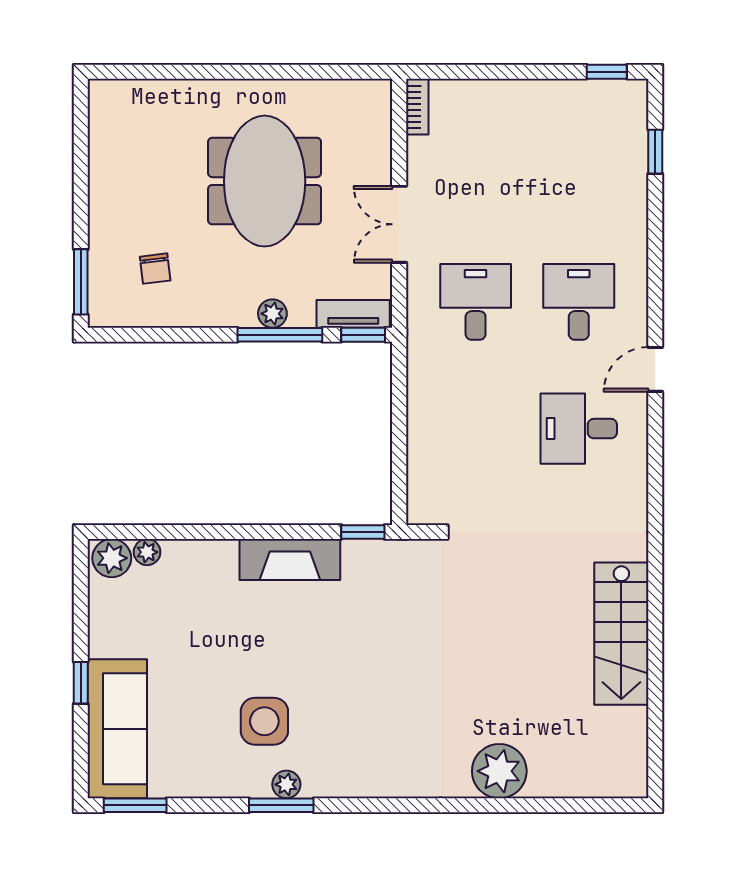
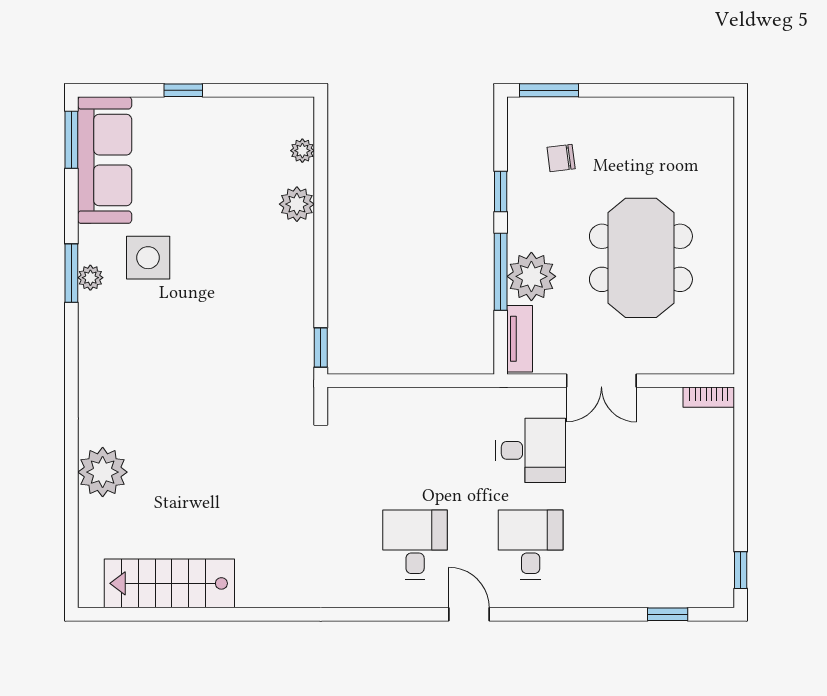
meeting table: (265, 181) -> (641, 258), turned 90
double door: (399, 224) -> (601, 381), swing flipped
desk: (579, 302) -> (531, 545), turned -90
plant: (272, 314) -> (531, 276), width x1.88, depth x1.88
window: (363, 335) -> (501, 192), moved
plant: (112, 558) -> (297, 204), moved
fireplace: (290, 560) -> (296, 281), removed
stairs: (621, 634) -> (169, 583), moved
sofa: (117, 729) -> (105, 160), moved, turned -90

